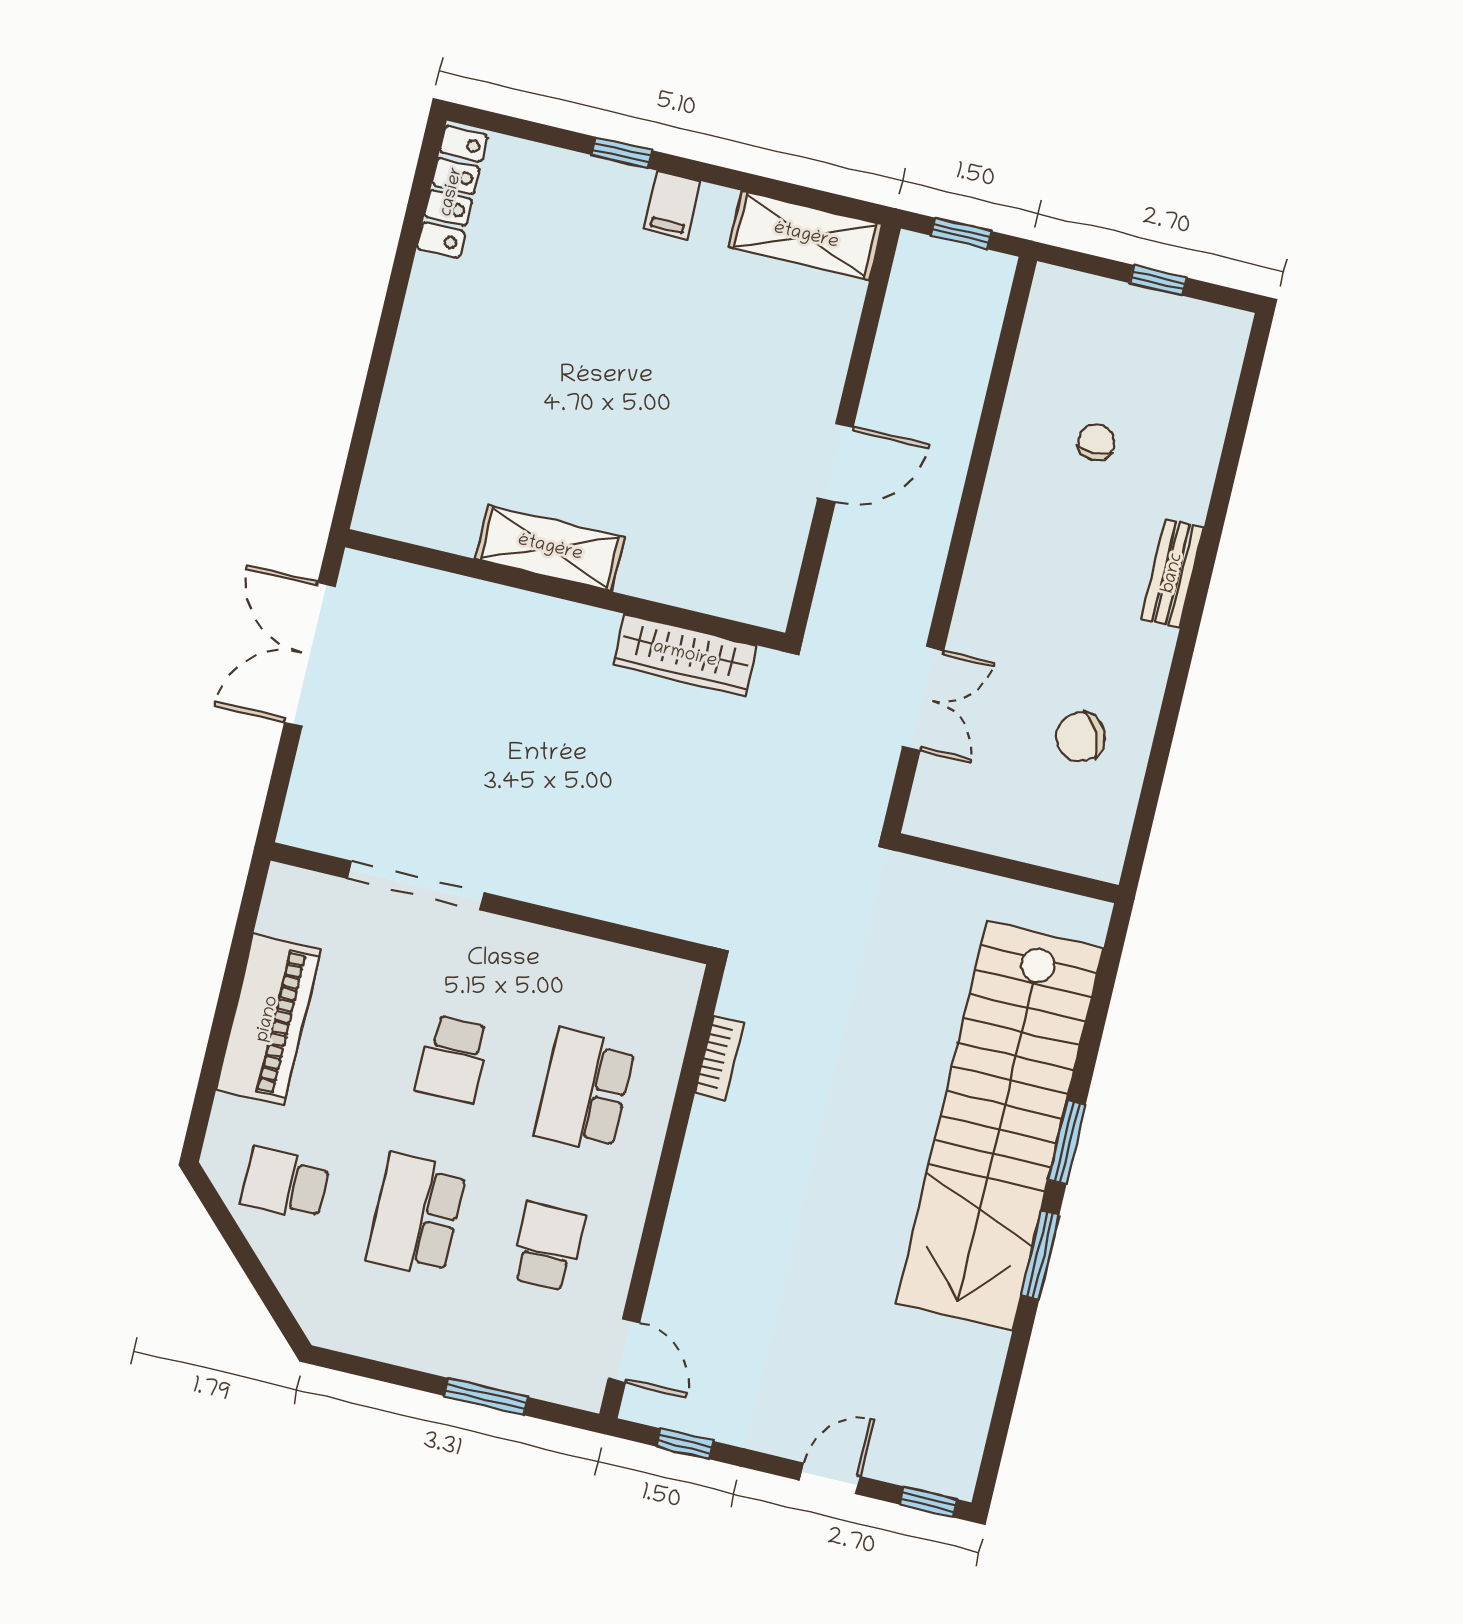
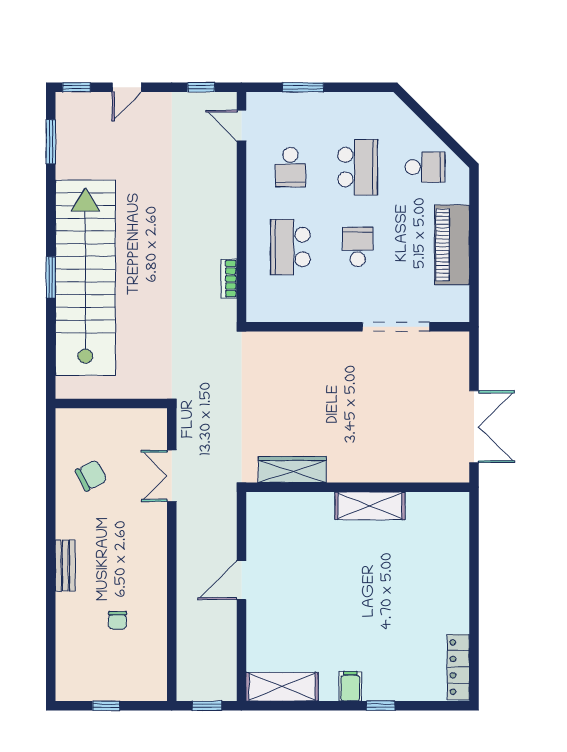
school desk: (585, 1091) -> (290, 247), turned 180
window: (1040, 1255) -> (51, 142), moved

